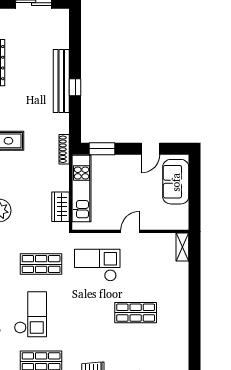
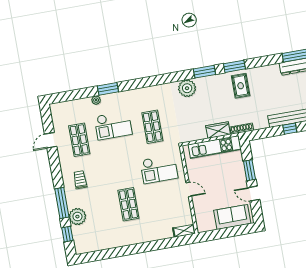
window: (102, 149) -> (249, 170), moved
wardrobe: (61, 207) -> (218, 130), moved
checkout: (97, 265) -> (159, 169), turned 90

